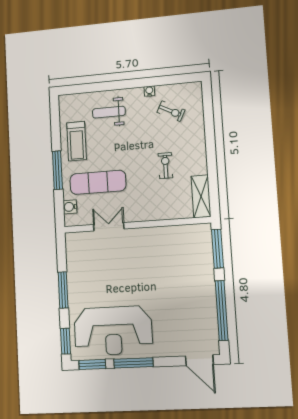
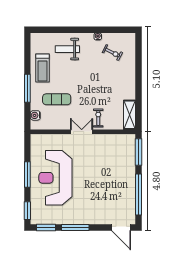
exercise bike: (165, 166) -> (98, 118), moved
exercise mat: (98, 182) -> (57, 99), width x0.73, depth x0.69
double door: (109, 227) -> (82, 132), moved
reception desk: (113, 331) -> (55, 178), moved, turned 90

